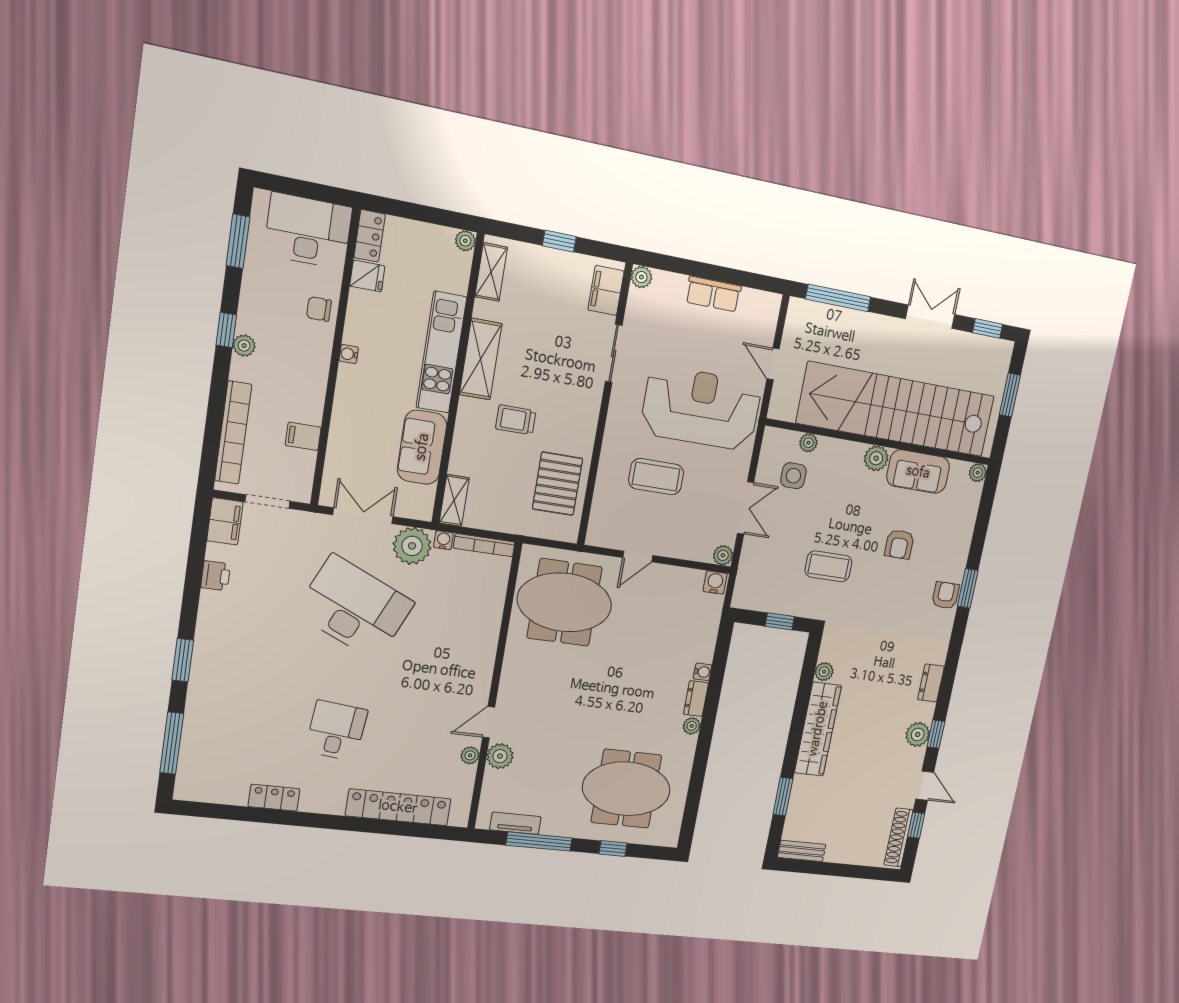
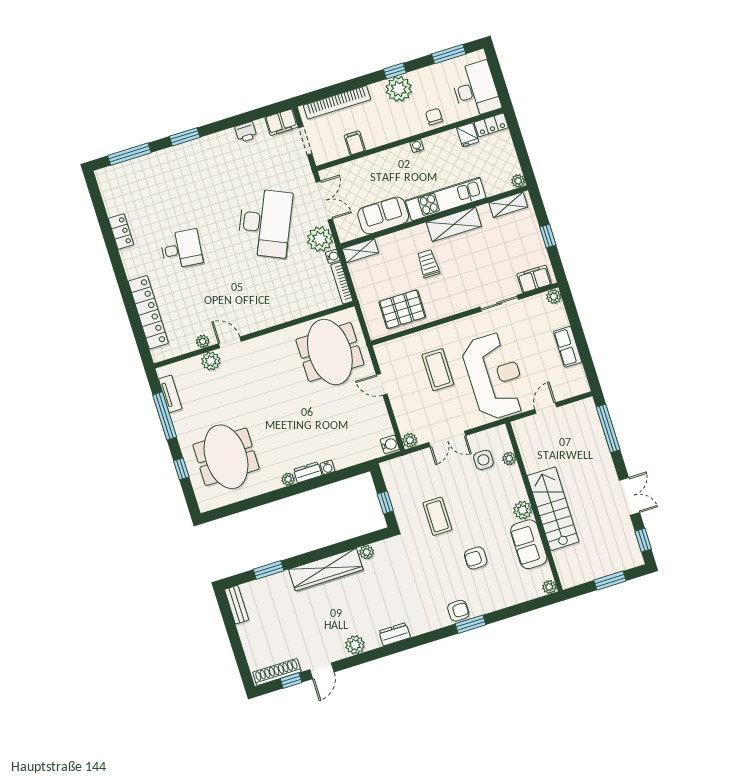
plant: (244, 346) -> (399, 89), width x1.88, depth x1.88
stairs: (896, 410) -> (553, 509), width x0.54, depth x0.66
window: (936, 734) -> (361, 658), removed

